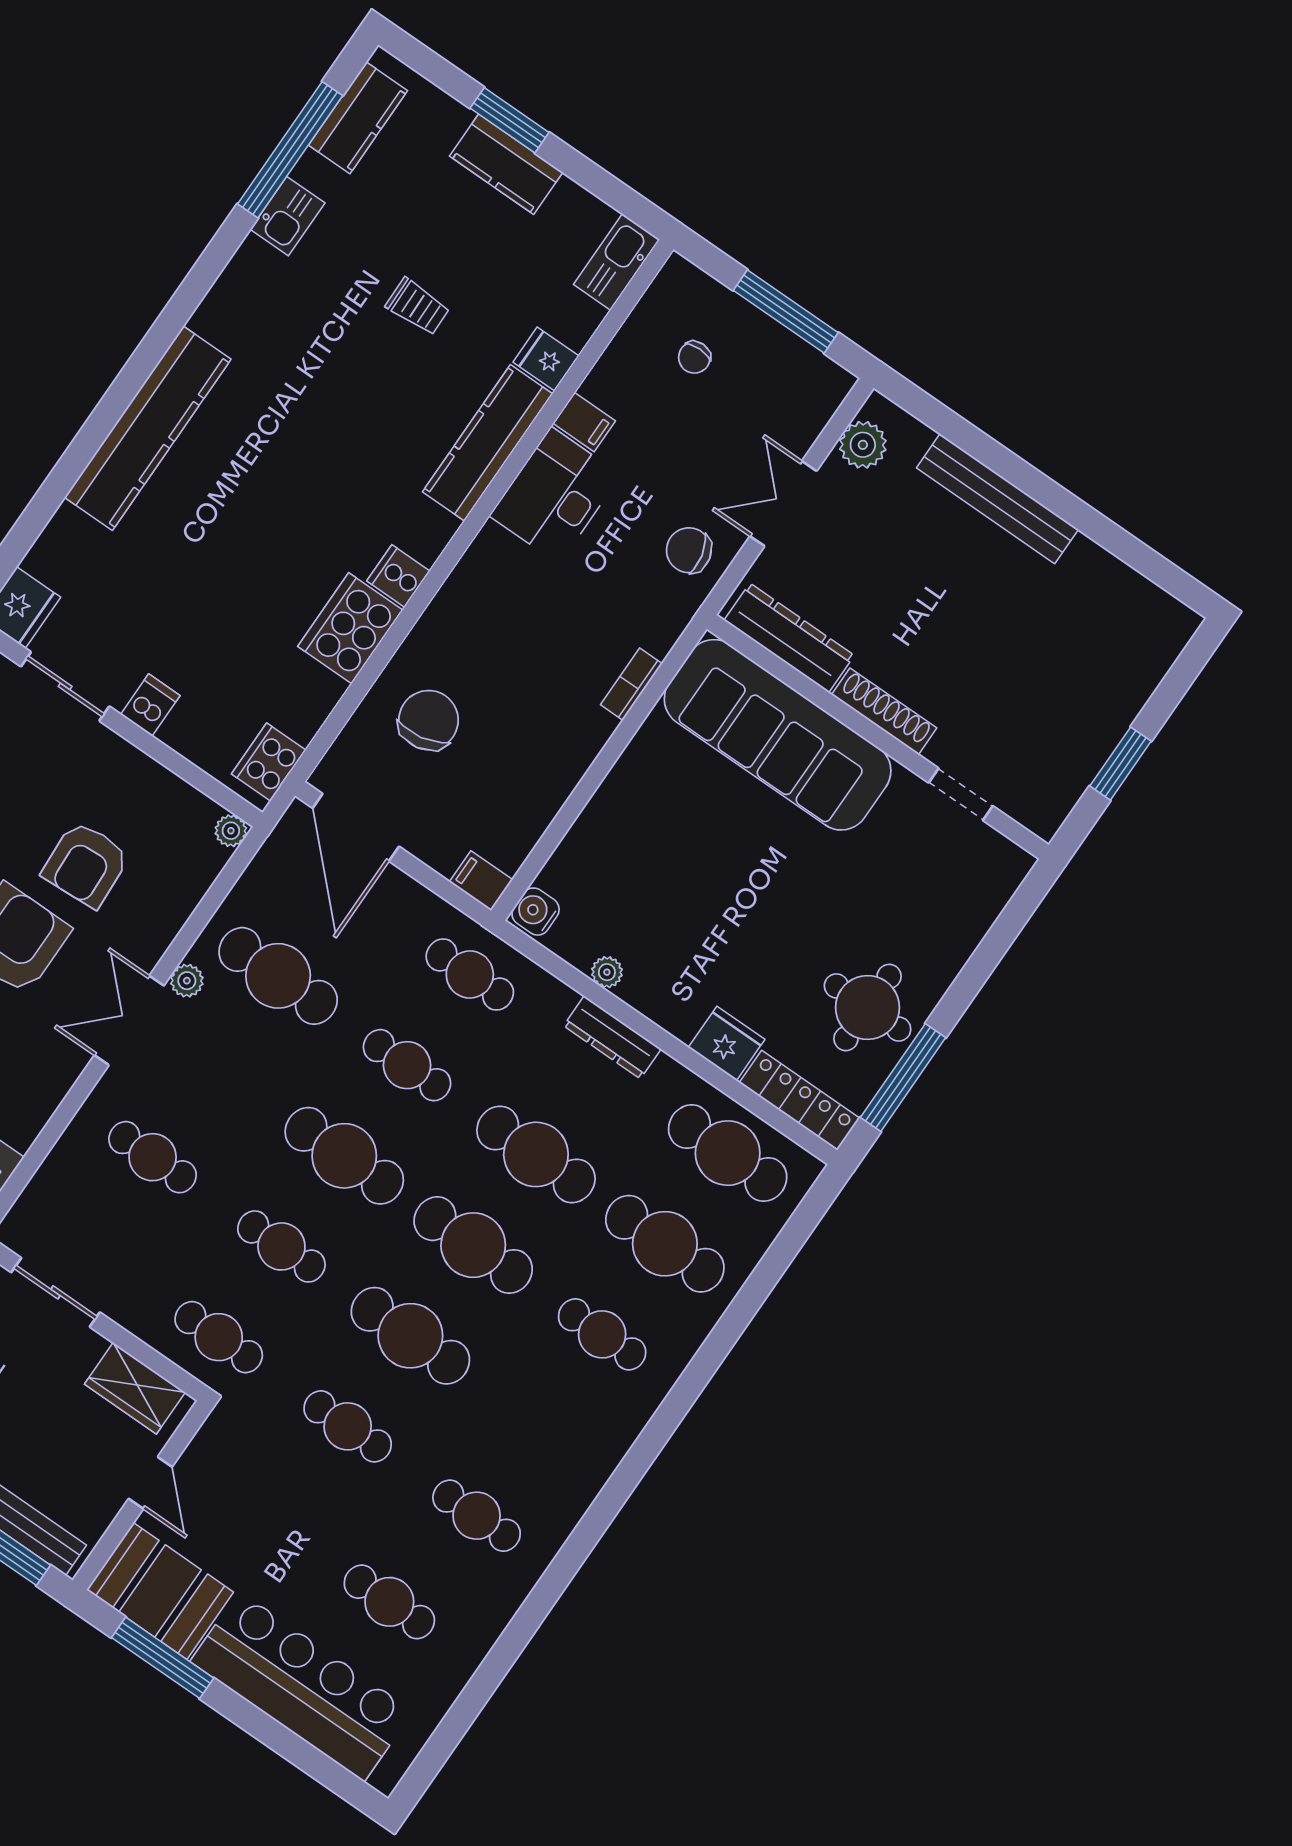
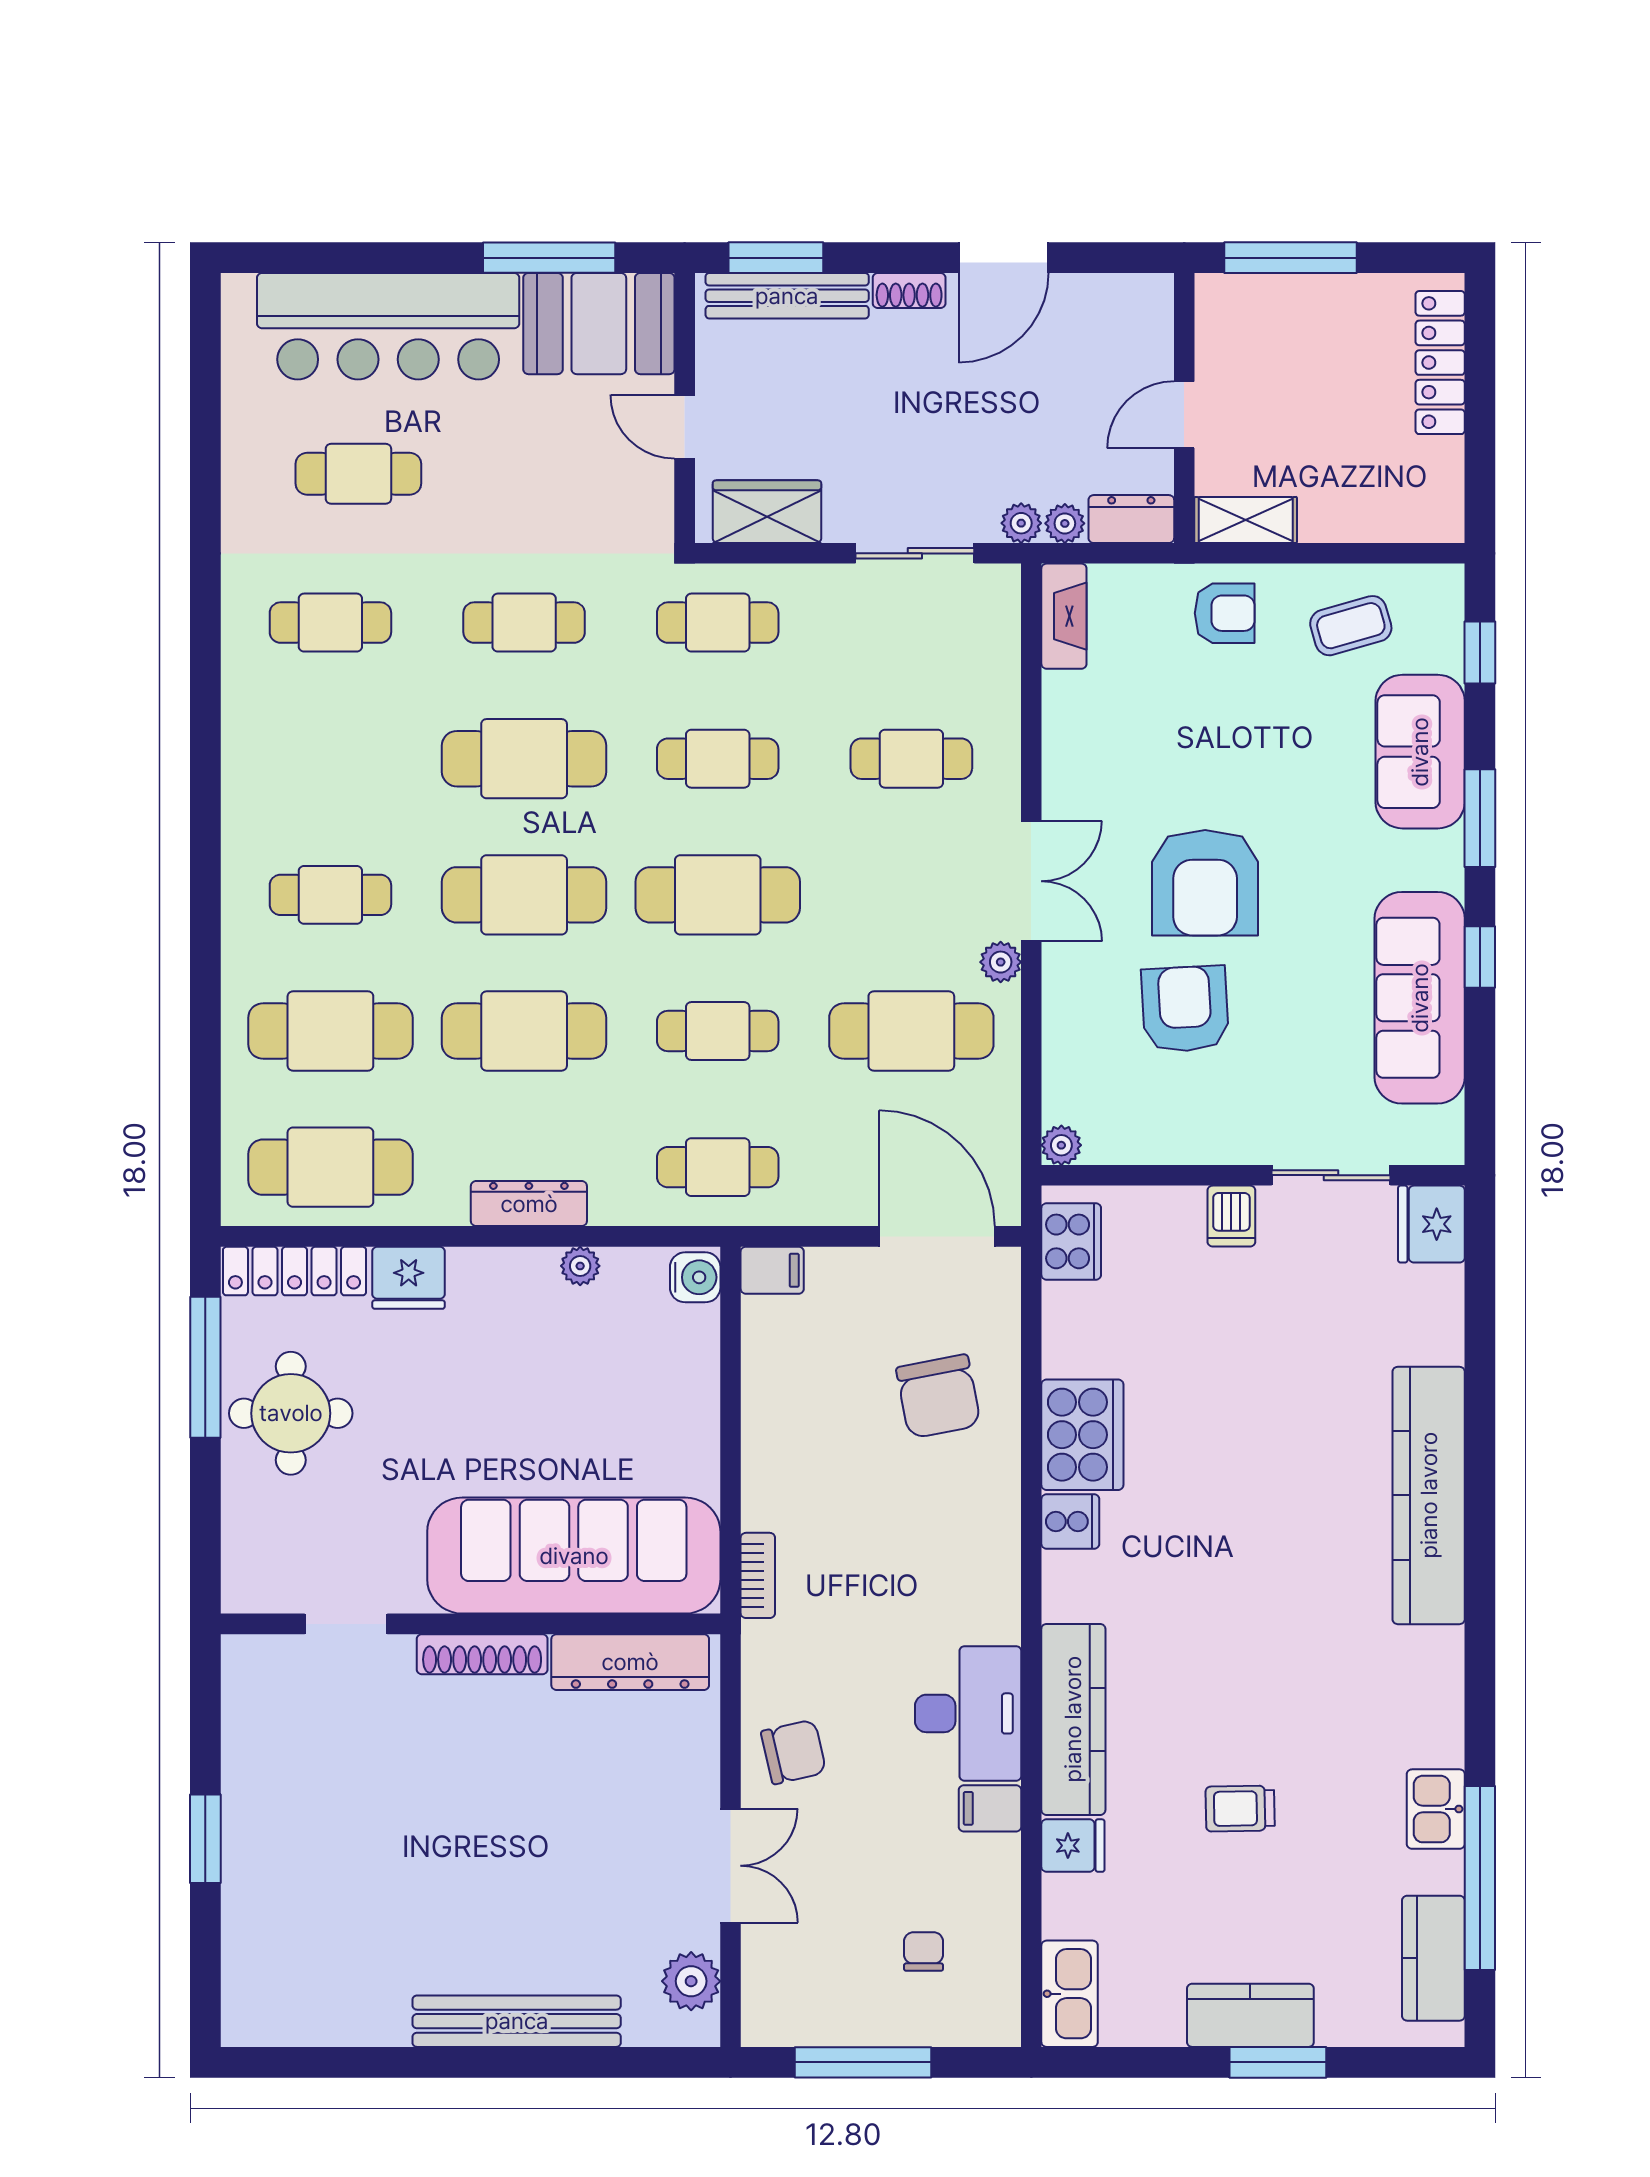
dresser: (789, 638) -> (630, 1662), moved
shoe rack: (884, 711) -> (482, 1654), moved
sofa: (778, 735) -> (574, 1556), moved
wall: (878, 737) -> (470, 1624), moved
doorway: (961, 794) -> (346, 1624), moved

